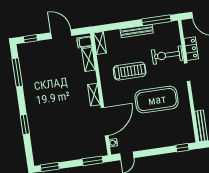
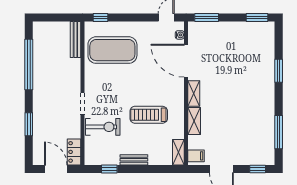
window: (156, 20) -> (109, 169), width x0.46
bench: (137, 31) -> (134, 160), width x0.73
locker: (191, 49) -> (74, 152), moved
shelving: (89, 59) -> (194, 121), moved
exercise mat: (157, 100) -> (112, 50), moved
door: (105, 122) -> (186, 61), hinge flipped

